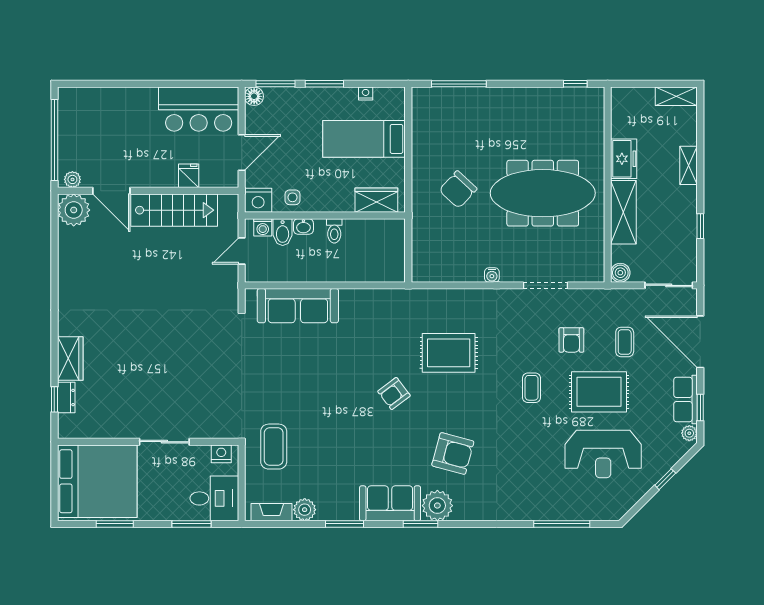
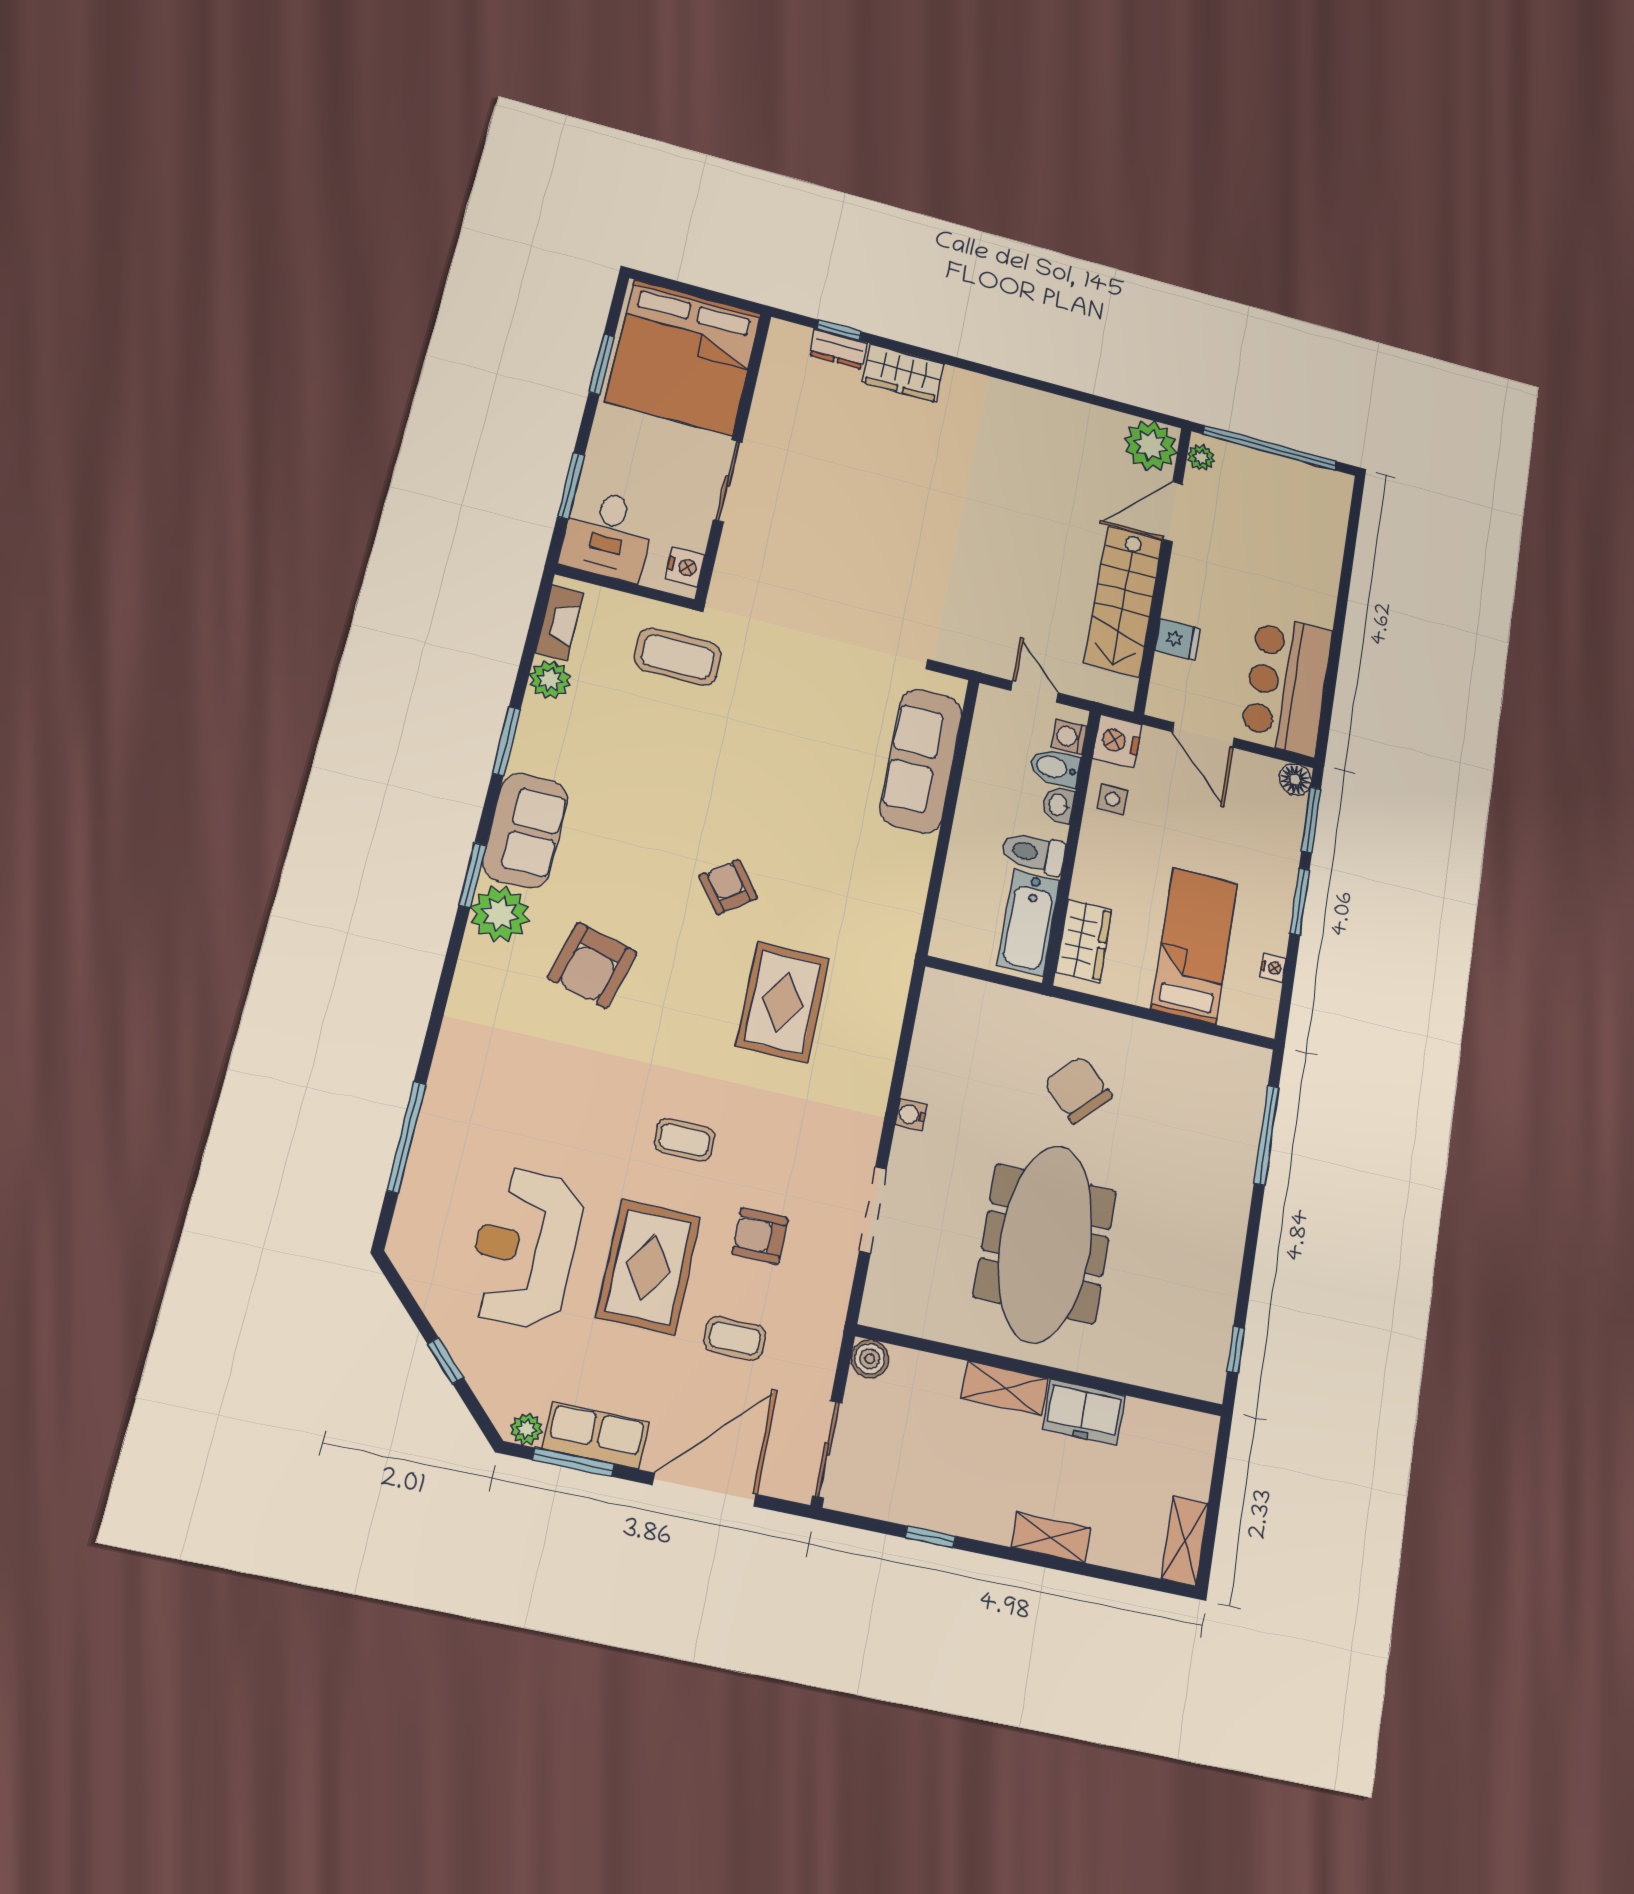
shelving: (623, 212) -> (1005, 1388), width x0.67, depth x0.75
toilet: (334, 231) -> (1033, 853), width x1.37, depth x1.39
bathtub: (374, 231) -> (1029, 923), added
window: (700, 407) -> (573, 1462), width x1.50

